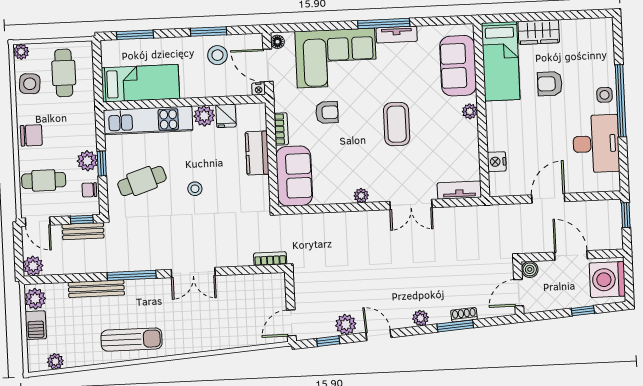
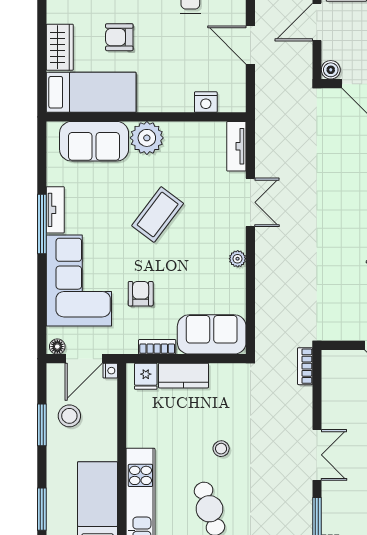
armchair: (550, 84) -> (119, 37), turned 90
plant: (470, 111) -> (147, 138), width x1.87, depth x1.87
plant: (204, 116) -> (138, 434), removed
fridge: (226, 116) -> (146, 376), moved, turned 90
coffee table: (397, 124) -> (158, 214), turned -53

